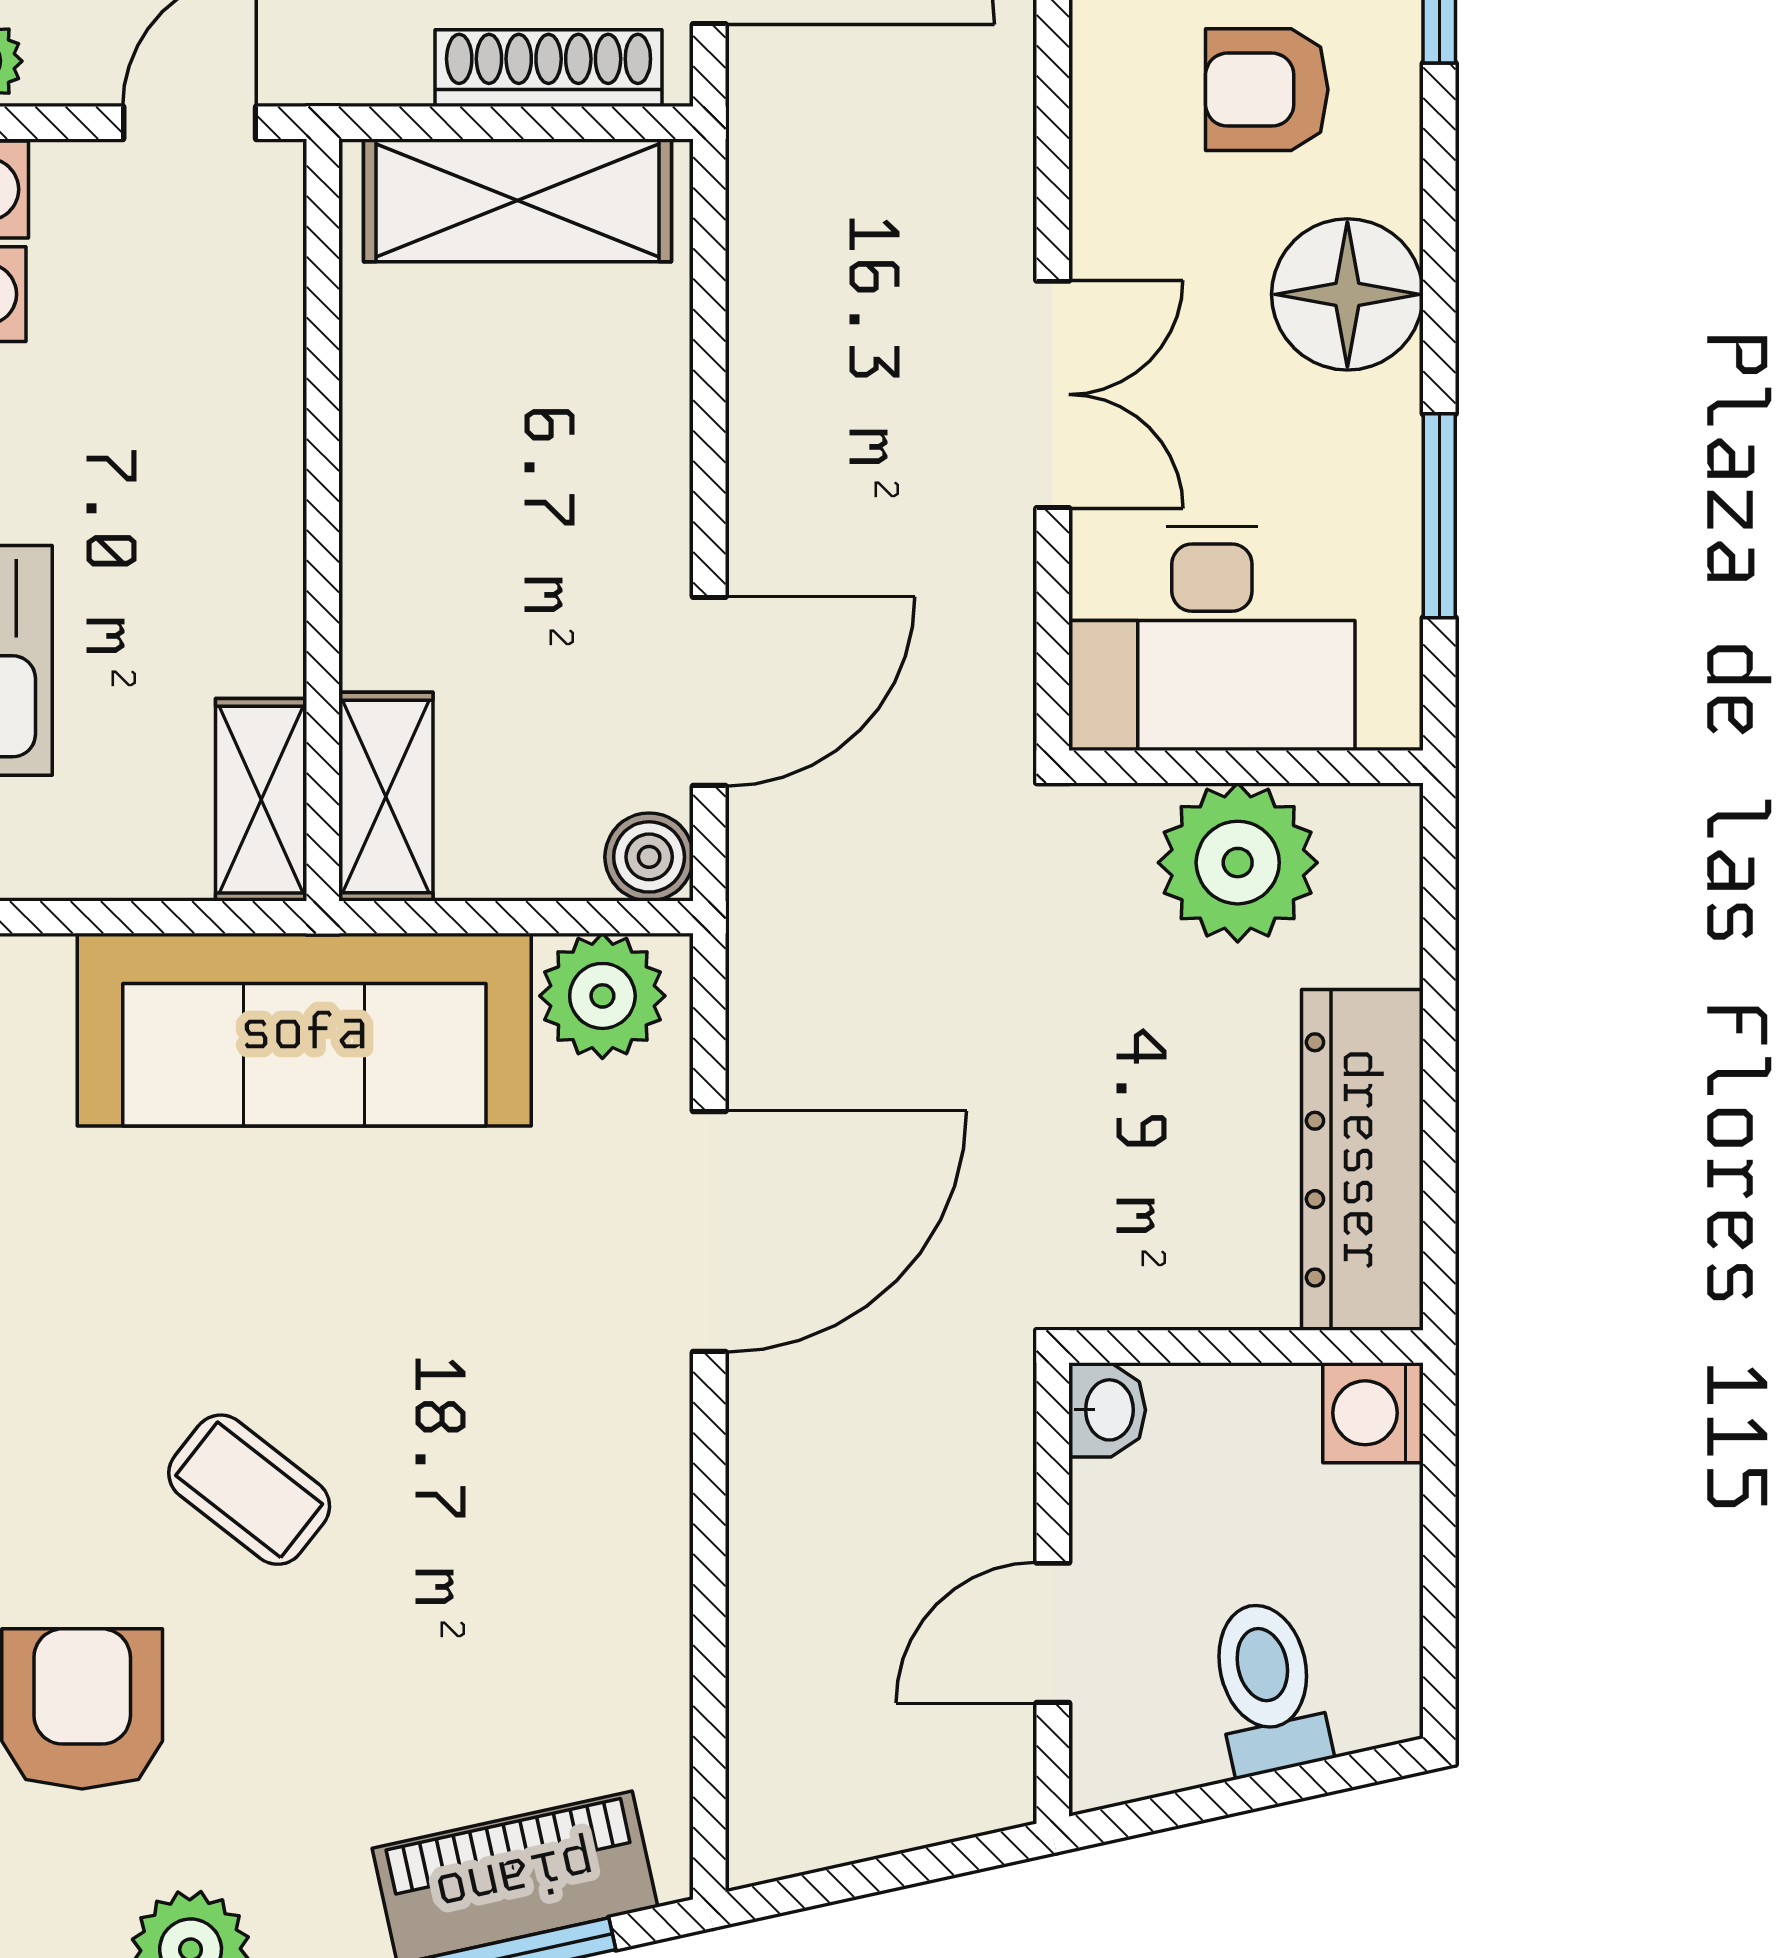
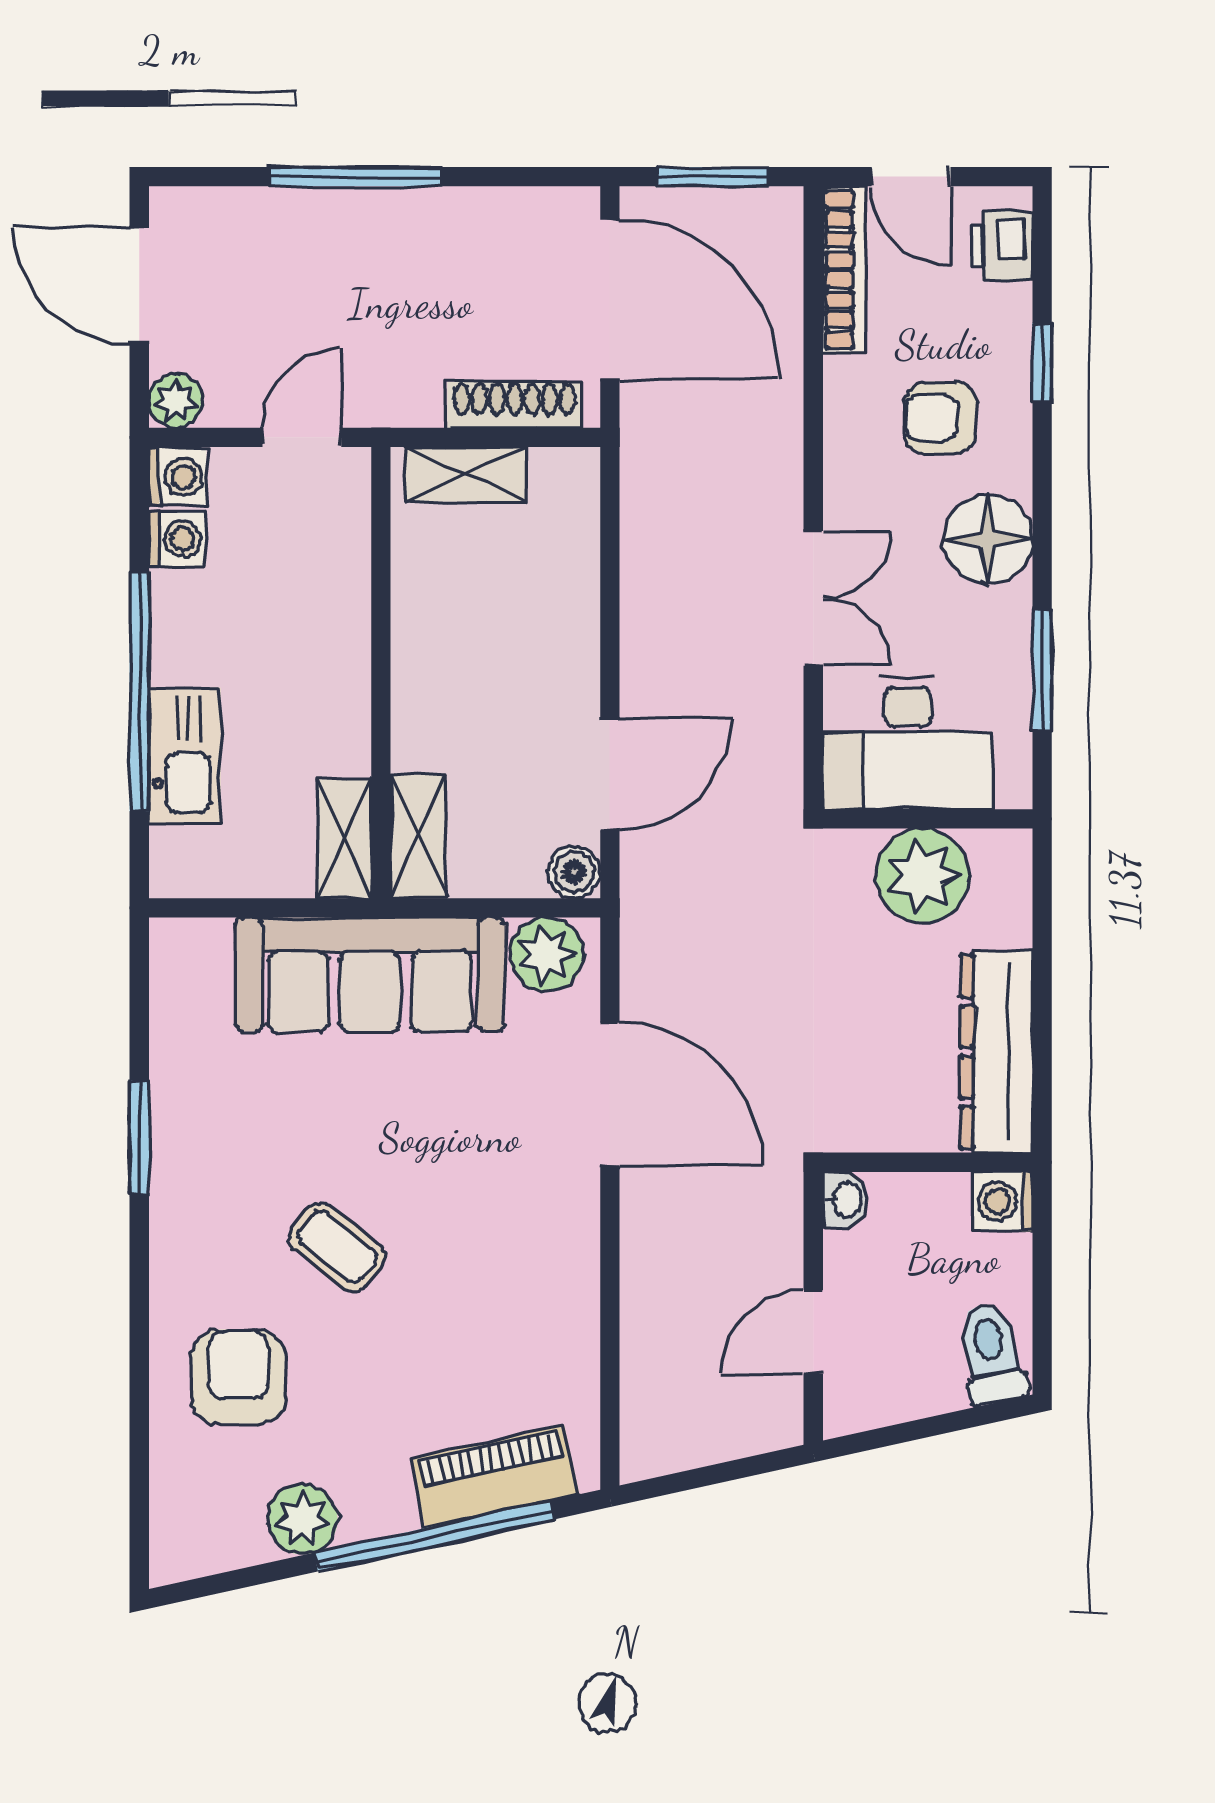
shelving: (517, 200) -> (466, 474), width x0.67, depth x0.75
door: (709, 1231) -> (610, 1094), hinge flipped
toilet: (1267, 1687) -> (991, 1353), moved

